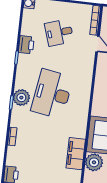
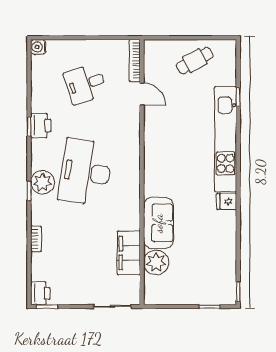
printer: (26, 45) -> (41, 126), moved

